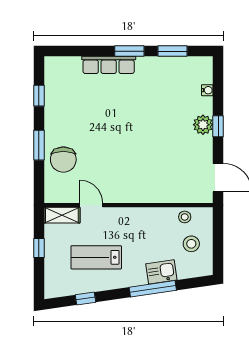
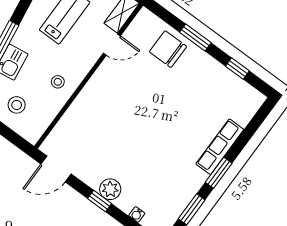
stool: (185, 217) -> (58, 82), moved

